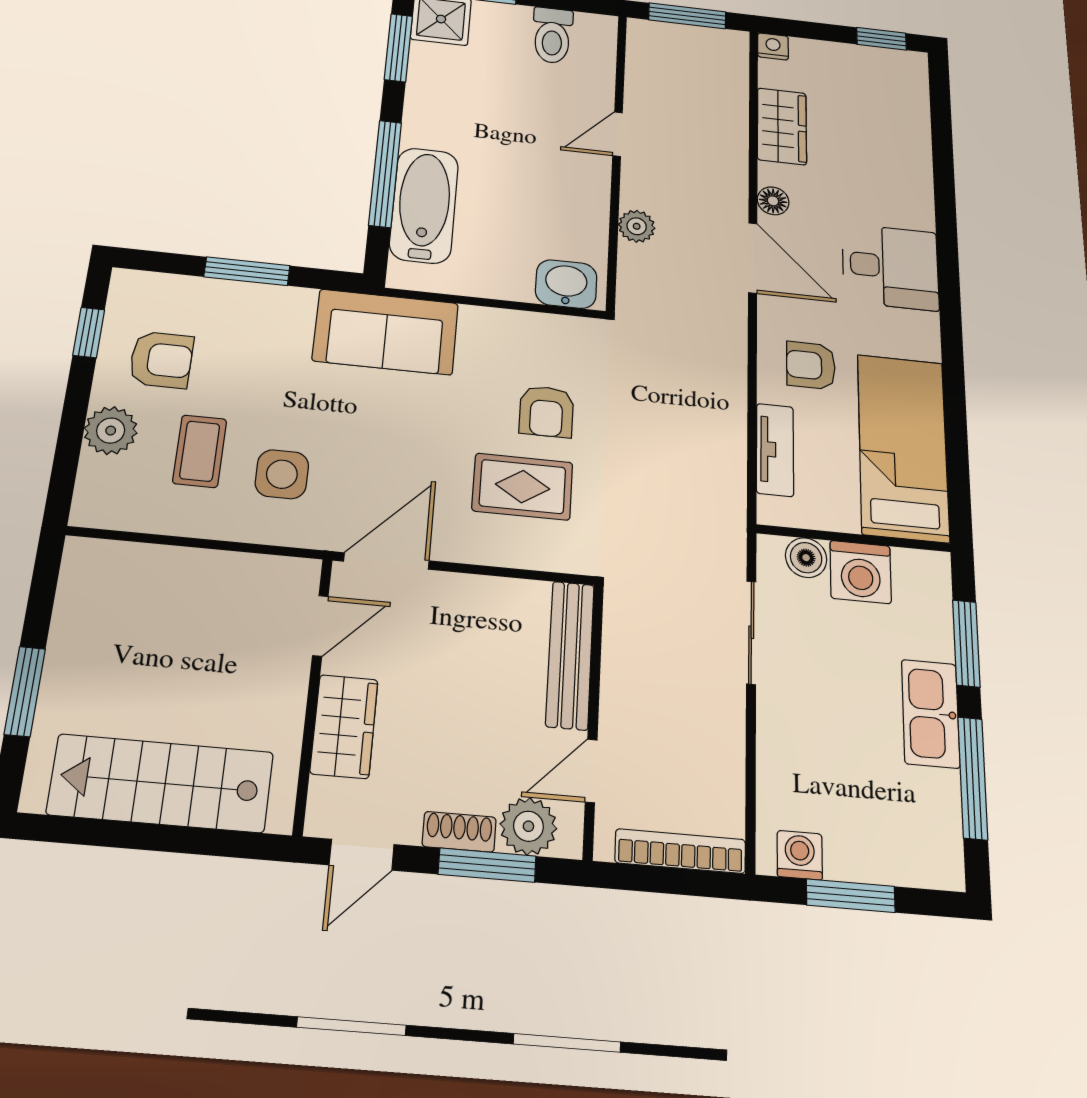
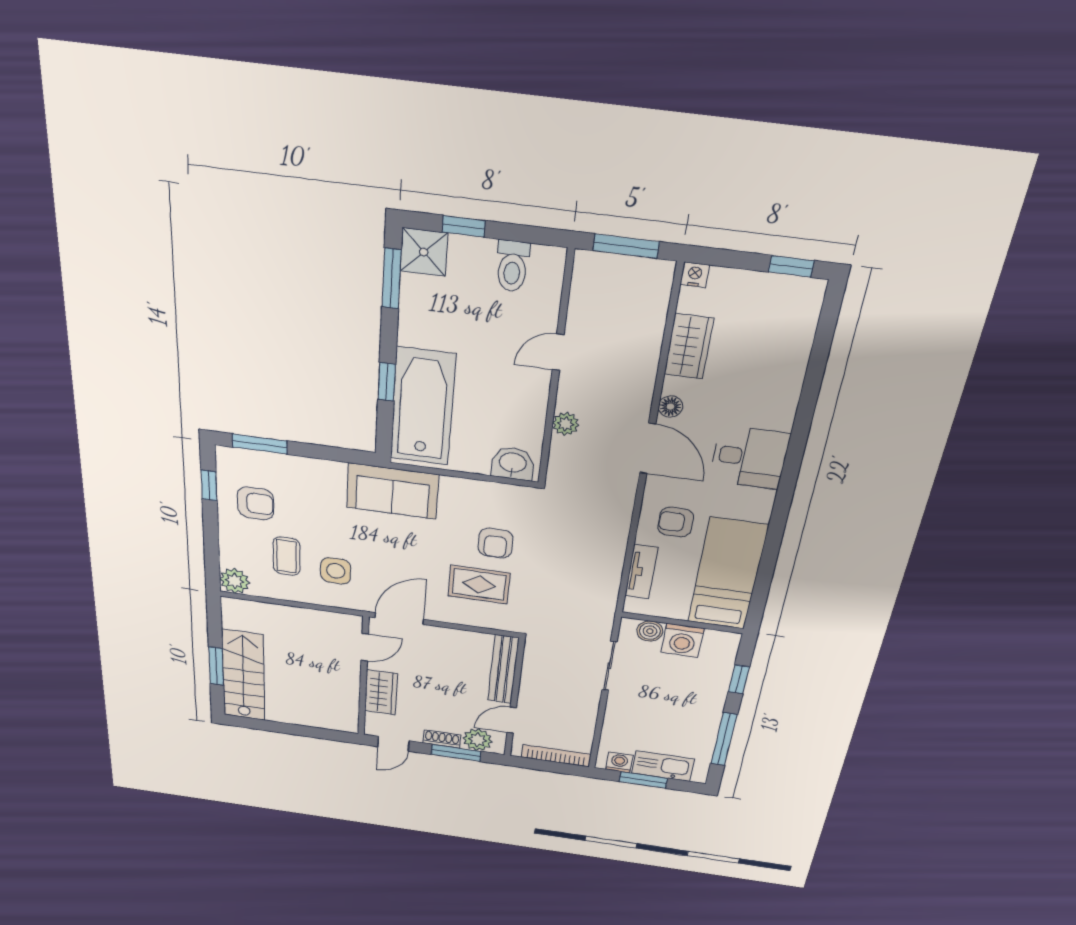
window: (385, 173) -> (387, 382), width x0.46
bathtub: (424, 205) -> (423, 407), width x1.36, depth x1.36
window: (247, 271) -> (260, 444), moved
plant: (111, 431) -> (235, 581), moved
window: (966, 643) -> (739, 679), width x0.67
kitchen sink: (931, 714) -> (663, 766), moved, turned 90
stairs: (161, 783) -> (243, 675), moved, turned 90

